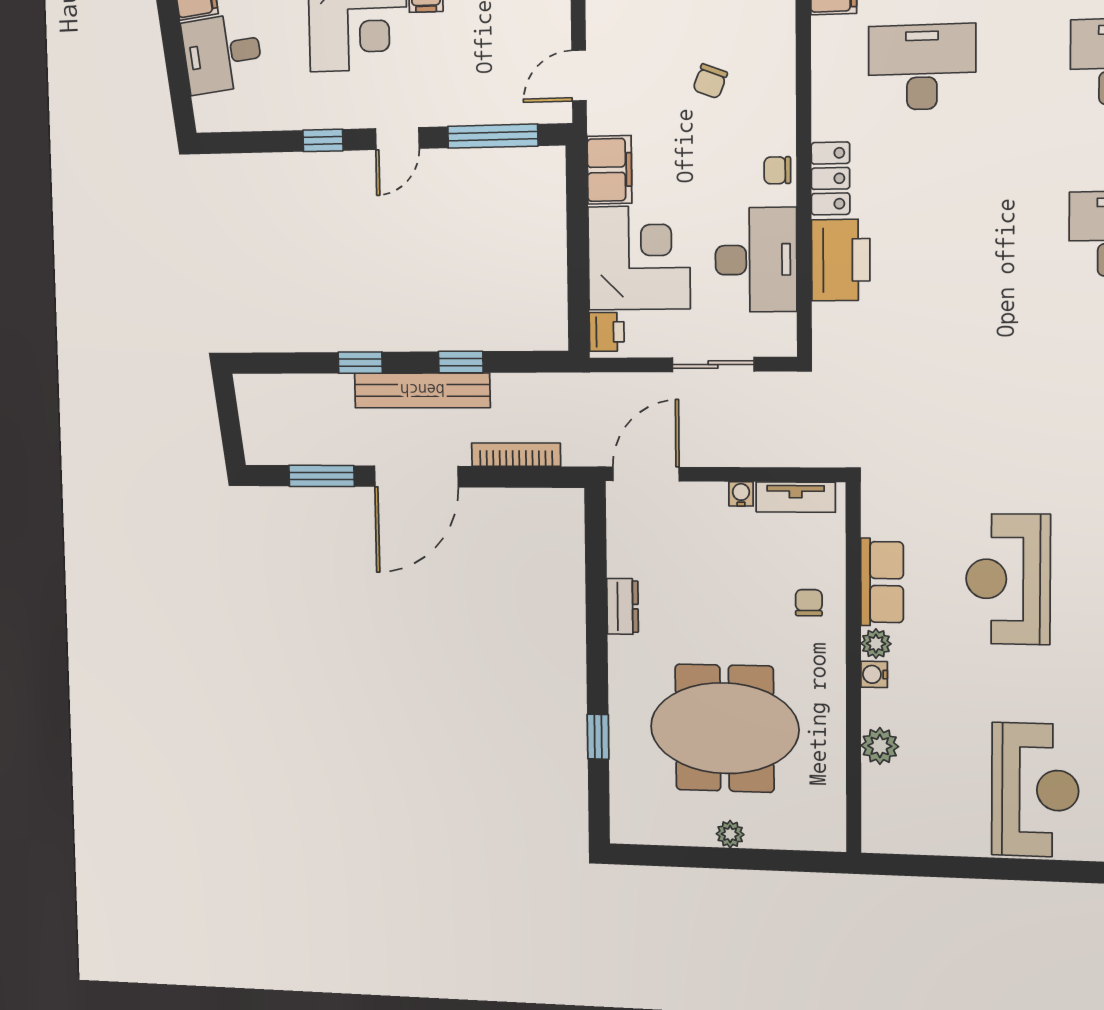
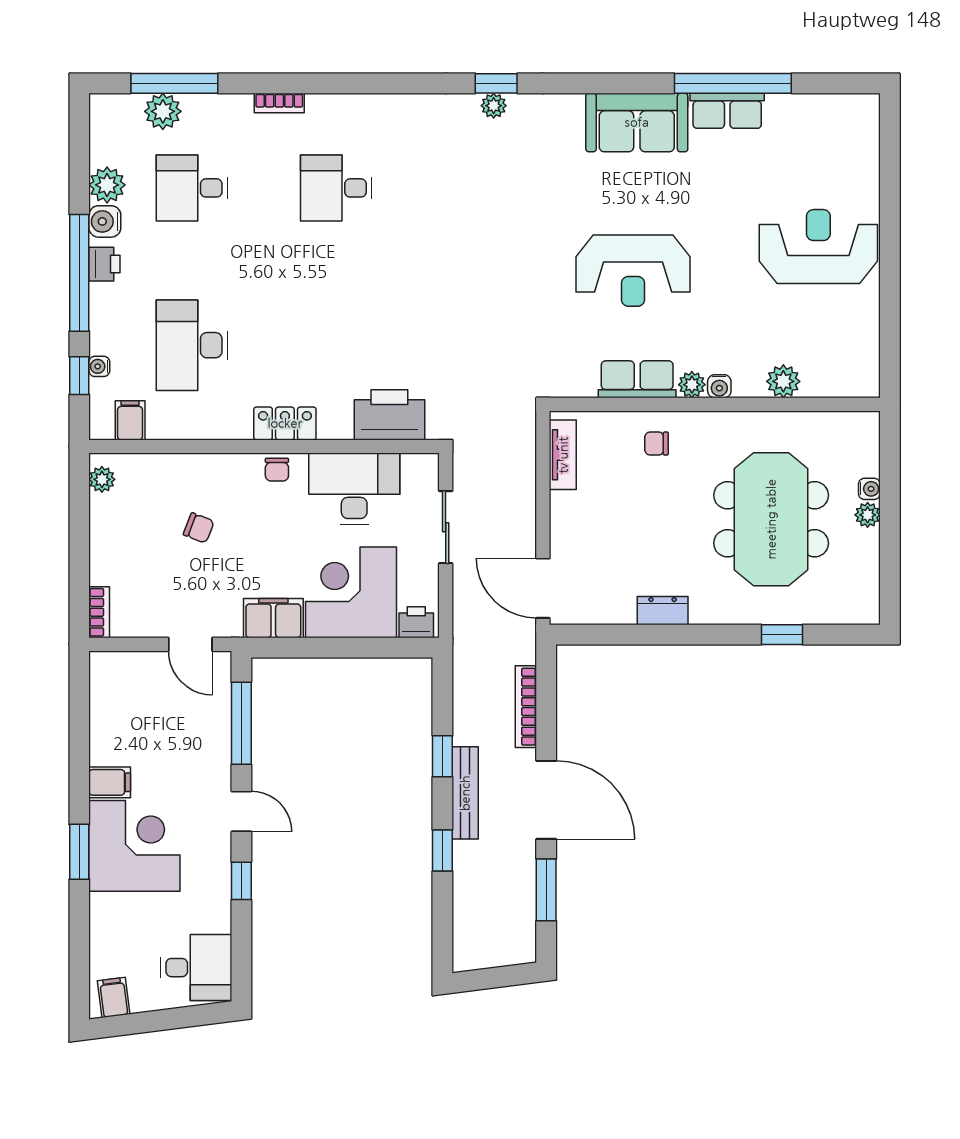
desk: (222, 53) -> (196, 968), moved, turned -83
printer: (841, 260) -> (389, 415), moved
bench: (422, 390) -> (465, 793), width x0.73, depth x0.82
water cooler: (741, 494) -> (869, 489), moved, turned 180

